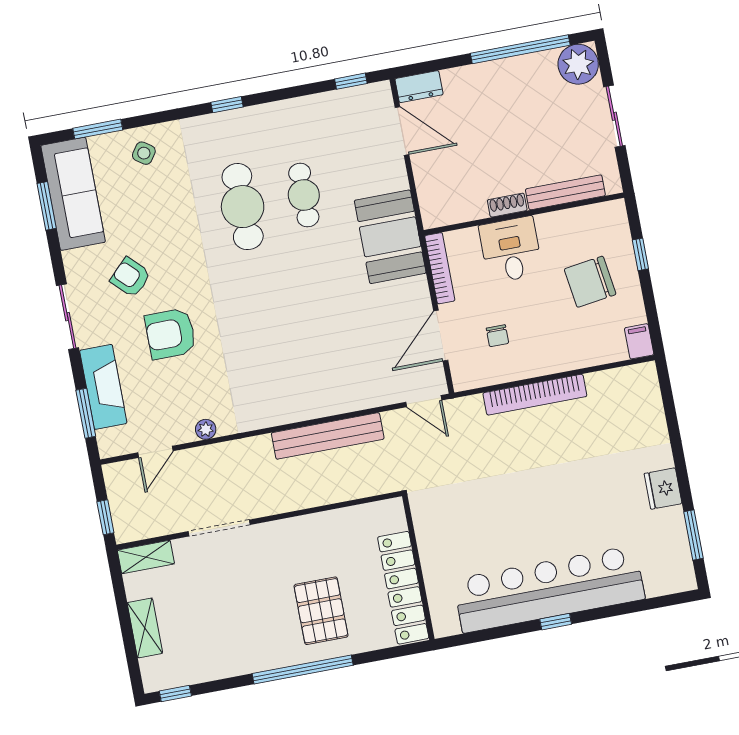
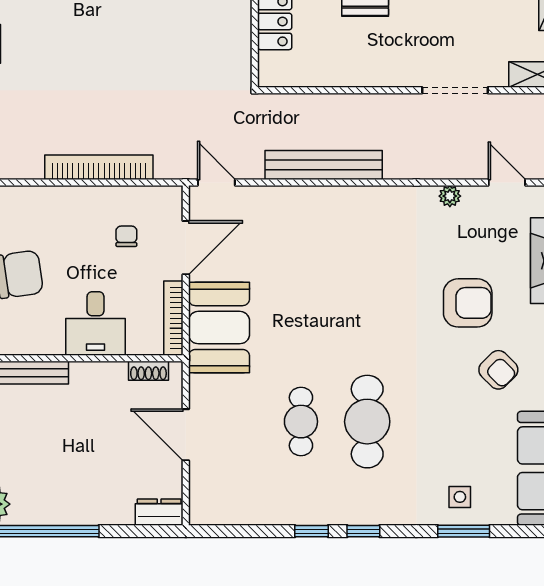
window: (351, 81) -> (311, 531), moved
window: (98, 129) -> (464, 531), moved
door: (402, 131) -> (186, 435), moved
side table: (144, 153) -> (460, 497), turned -35
shoe rack: (507, 205) -> (148, 371), moved
booth: (390, 237) -> (219, 328), moved
door: (155, 452) -> (507, 182), hinge flipped

